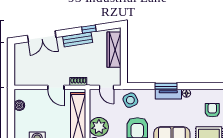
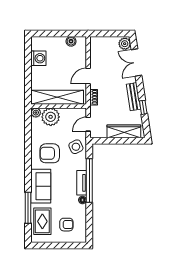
plant: (22, 49) -> (125, 44), added
window: (166, 86) -> (89, 181), width x2.11

